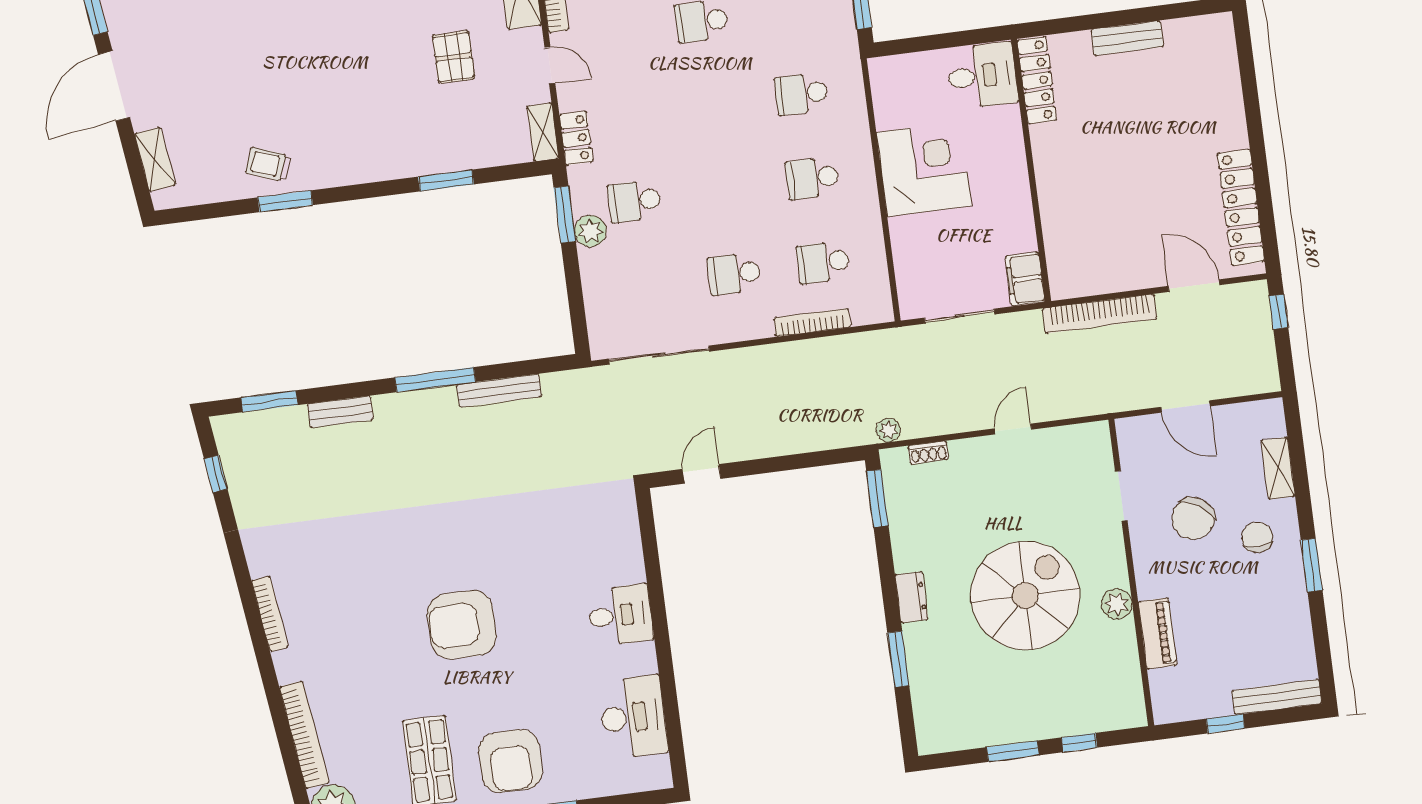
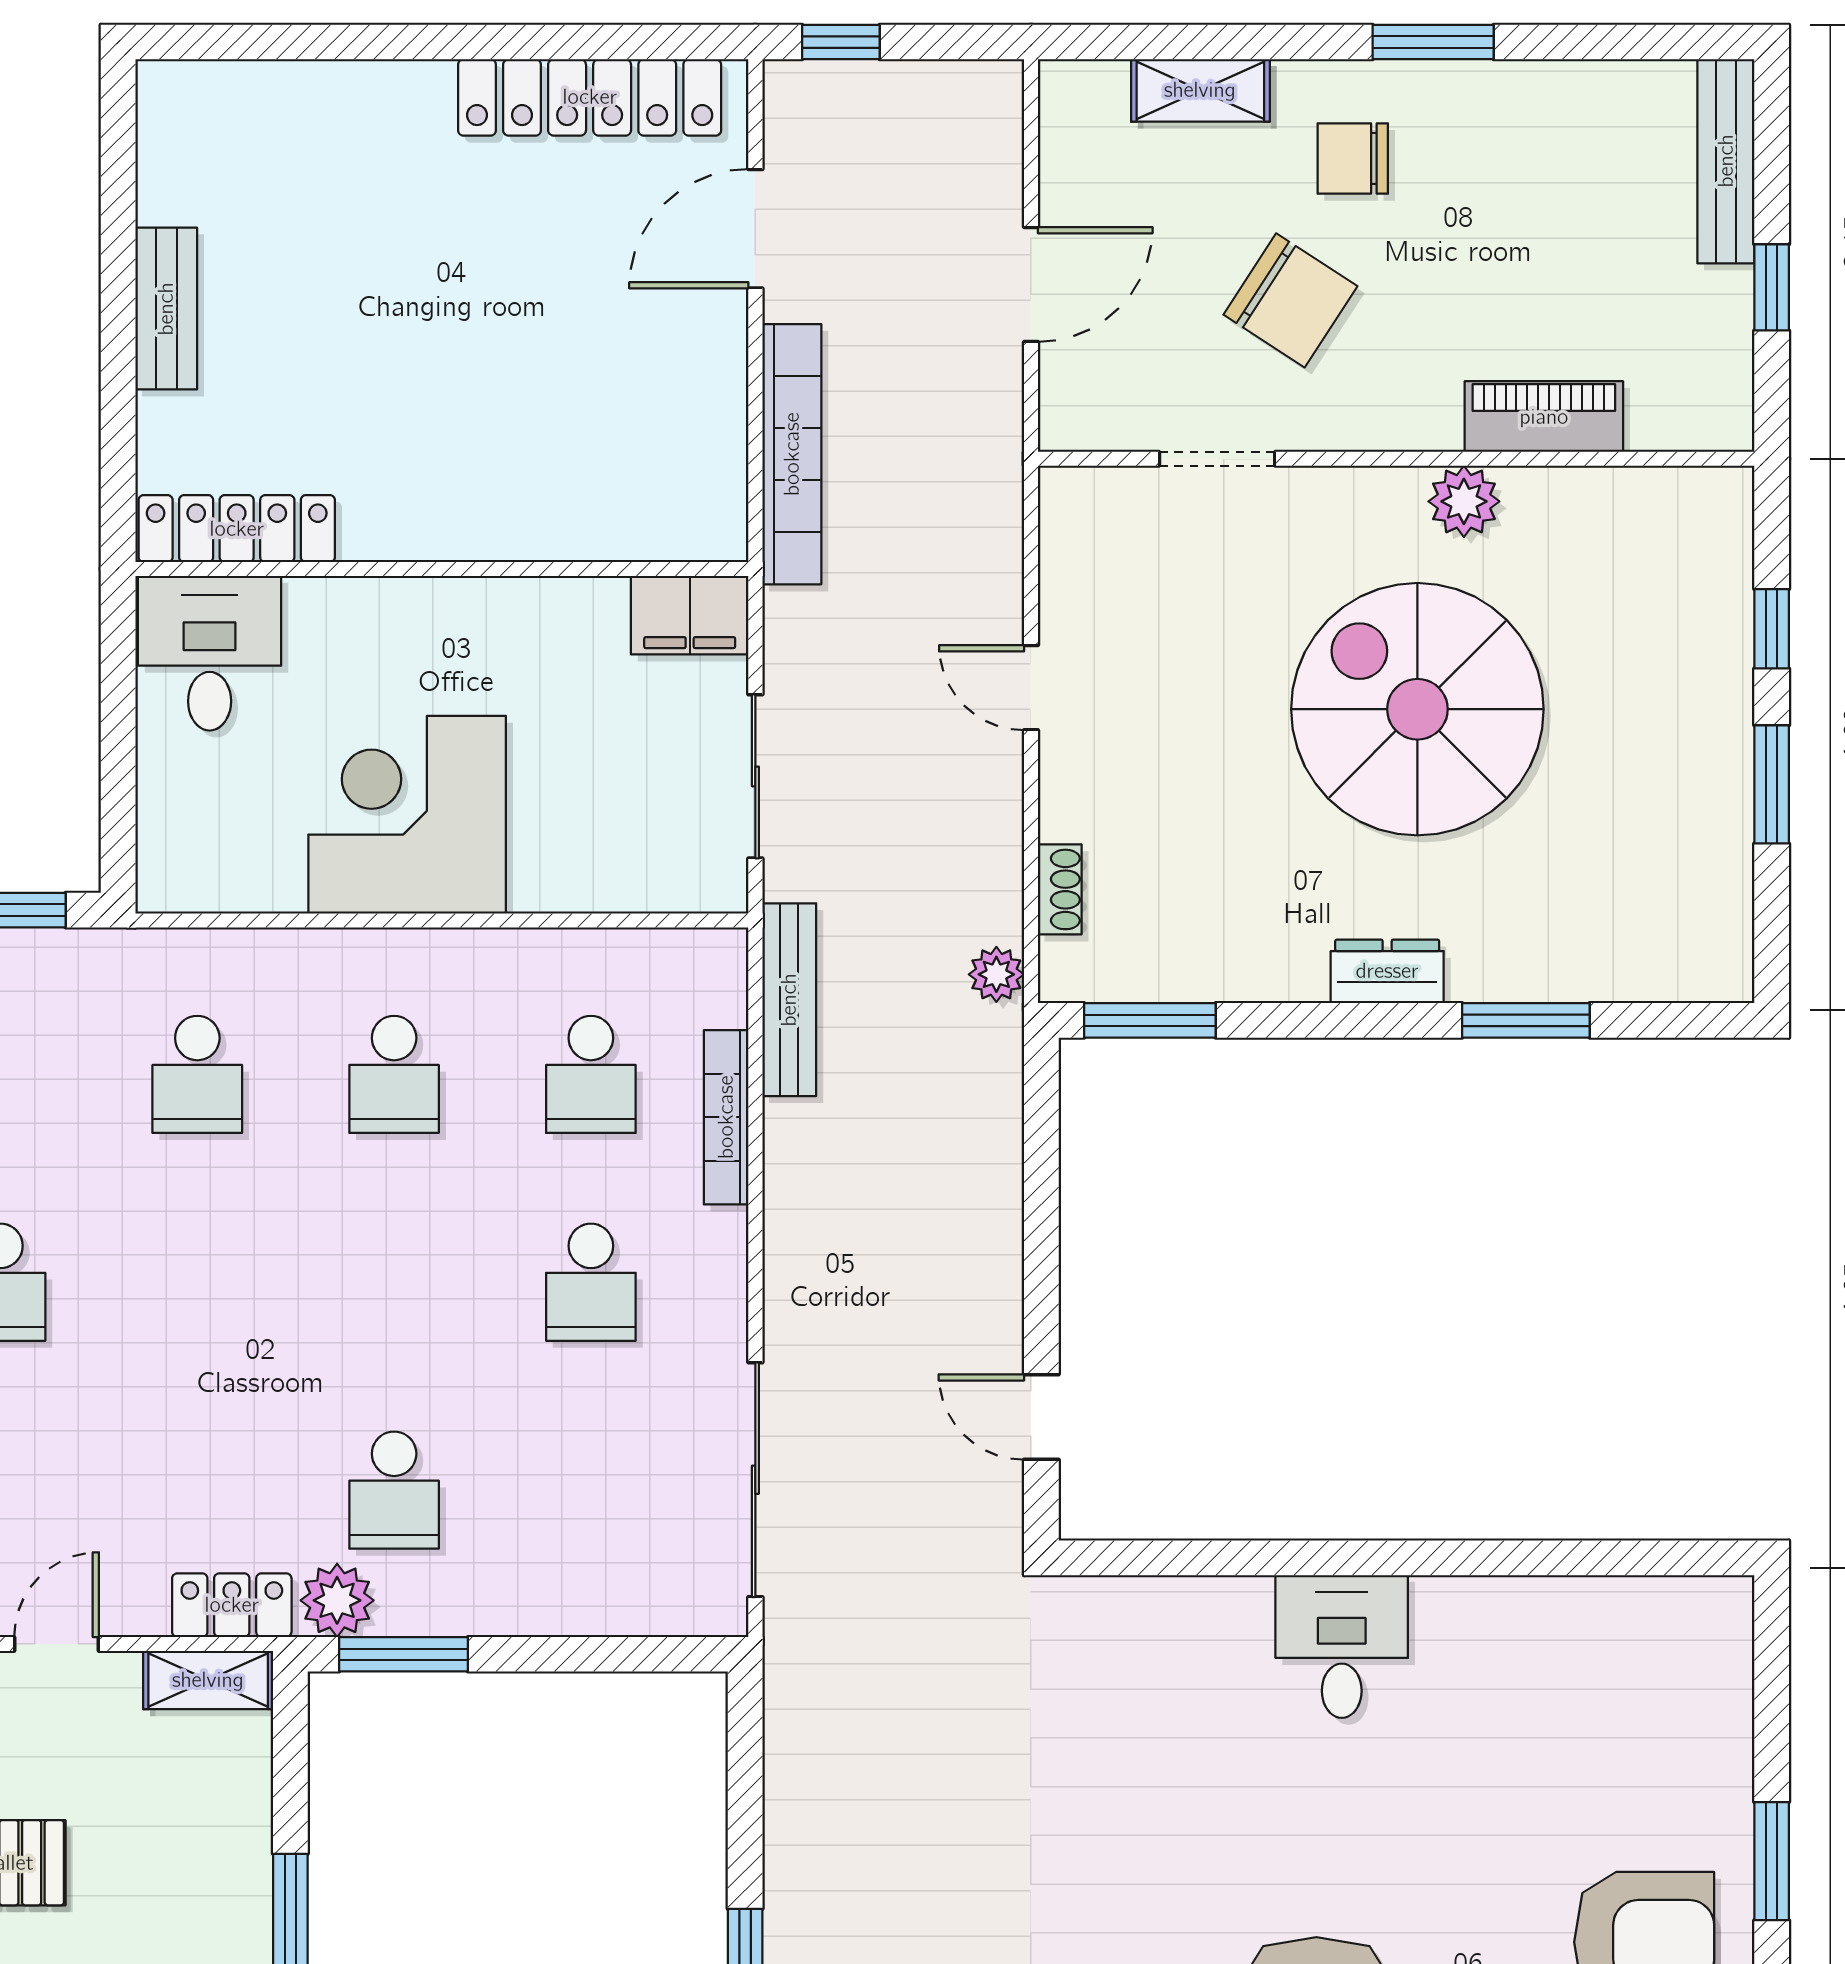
plant: (590, 231) -> (337, 1600), moved
bench: (499, 391) -> (789, 1000), moved
desk: (633, 717) -> (1580, 1647), removed

